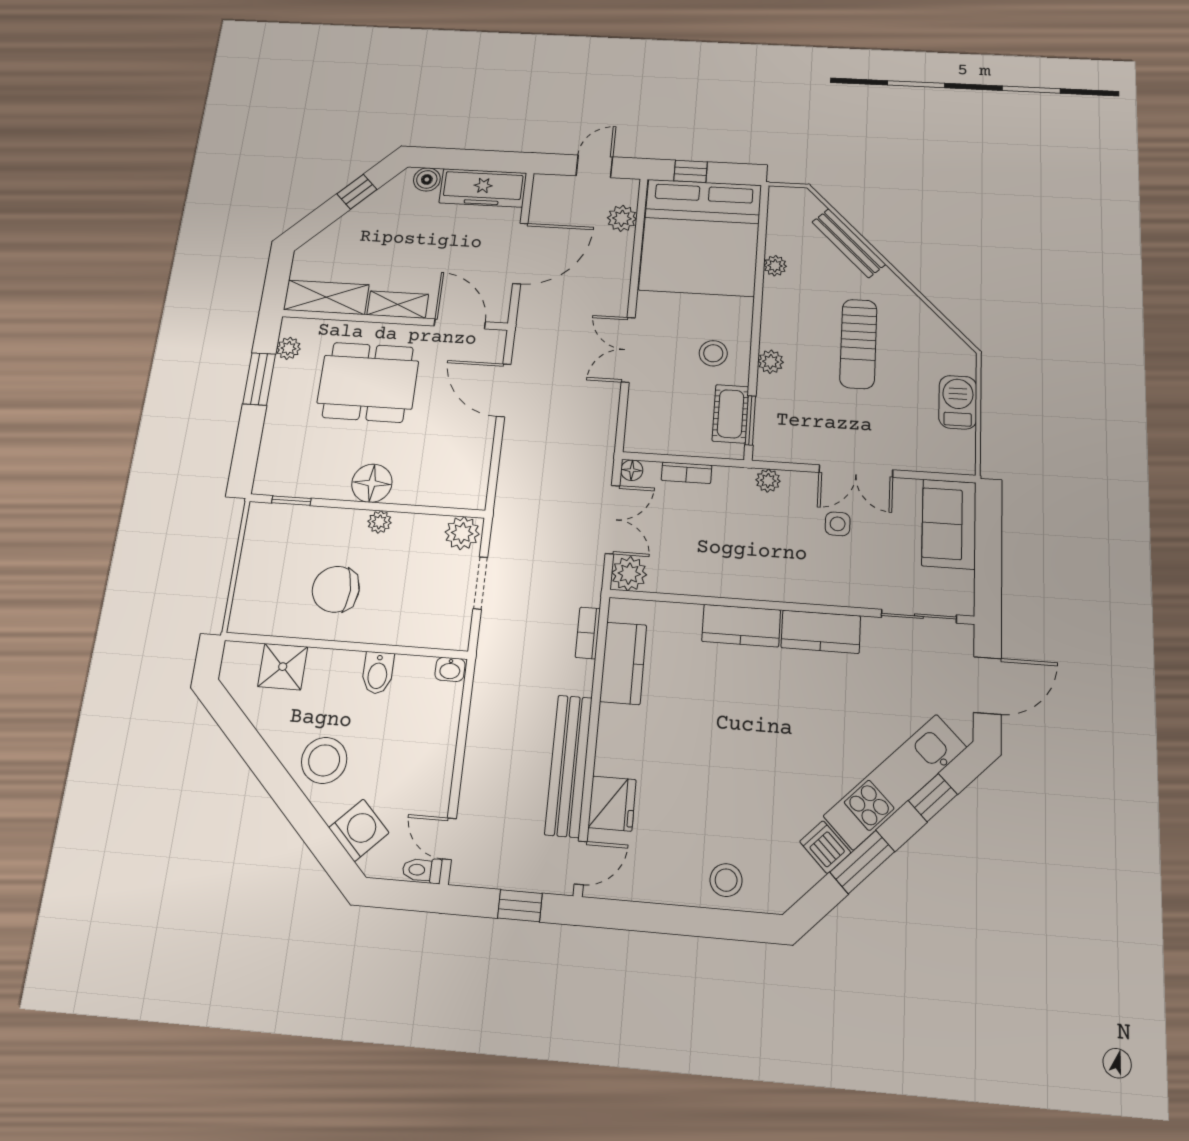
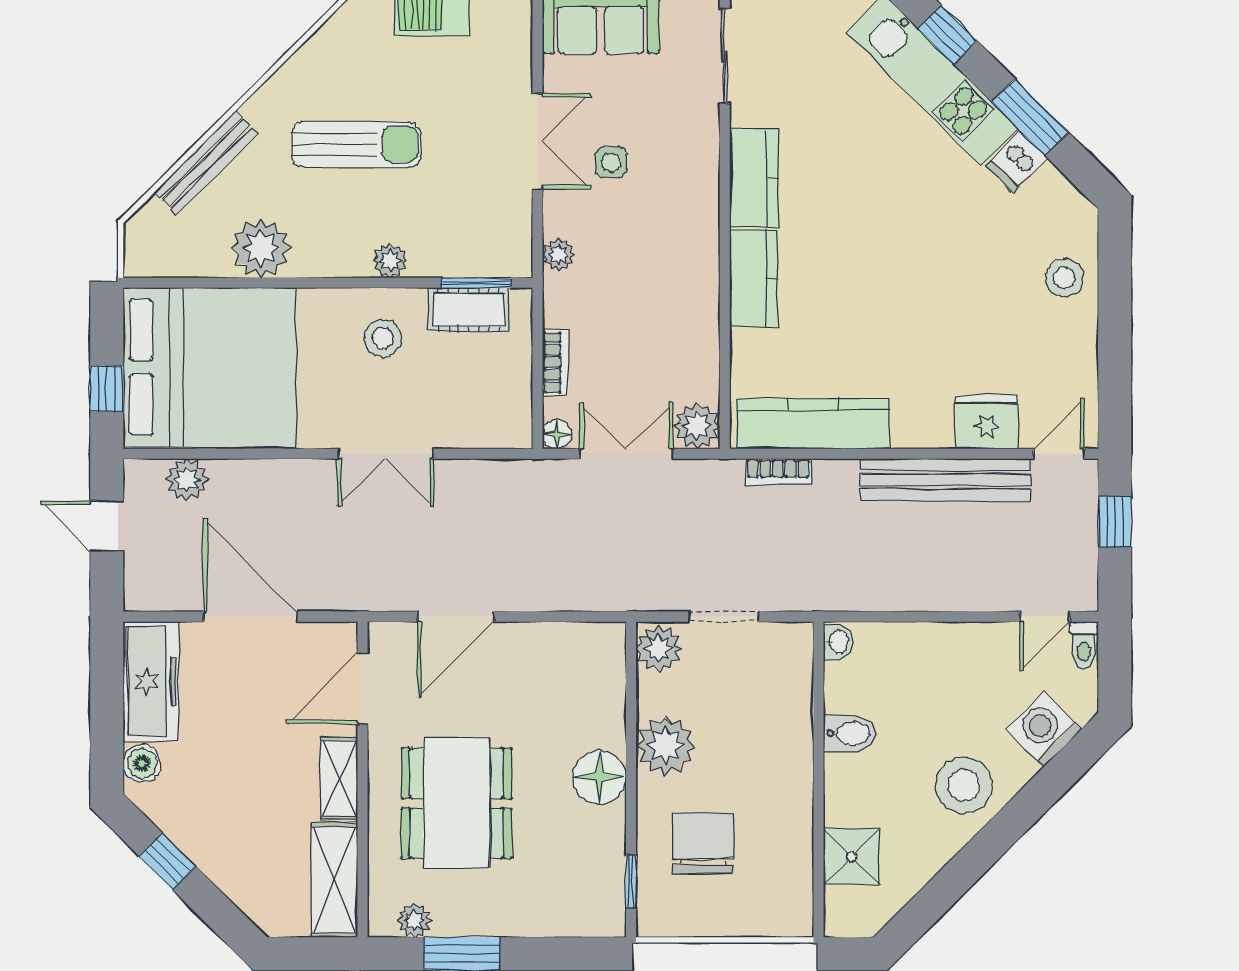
plant: (775, 266) -> (261, 248), width x1.87, depth x1.87
plant: (379, 522) -> (665, 746), width x1.87, depth x1.87
chair: (336, 589) -> (703, 844), moved, turned 180
kitchen counter: (623, 663) -> (813, 424), width x1.50
door: (581, 863) -> (1059, 454), hinge flipped

